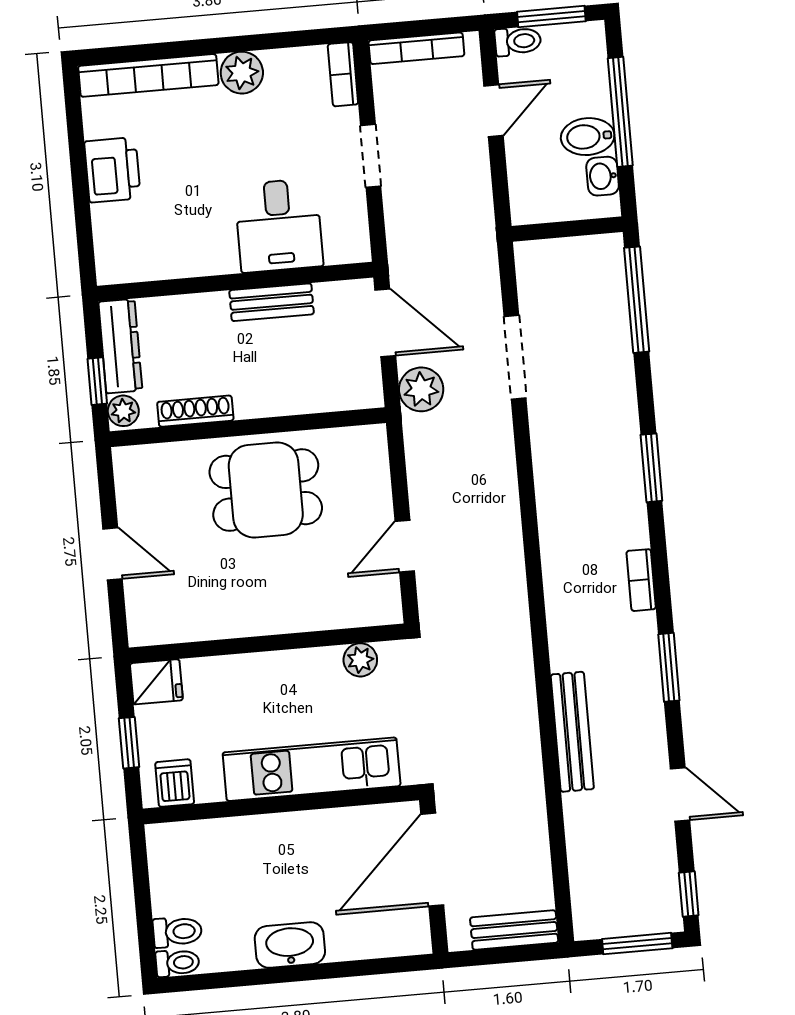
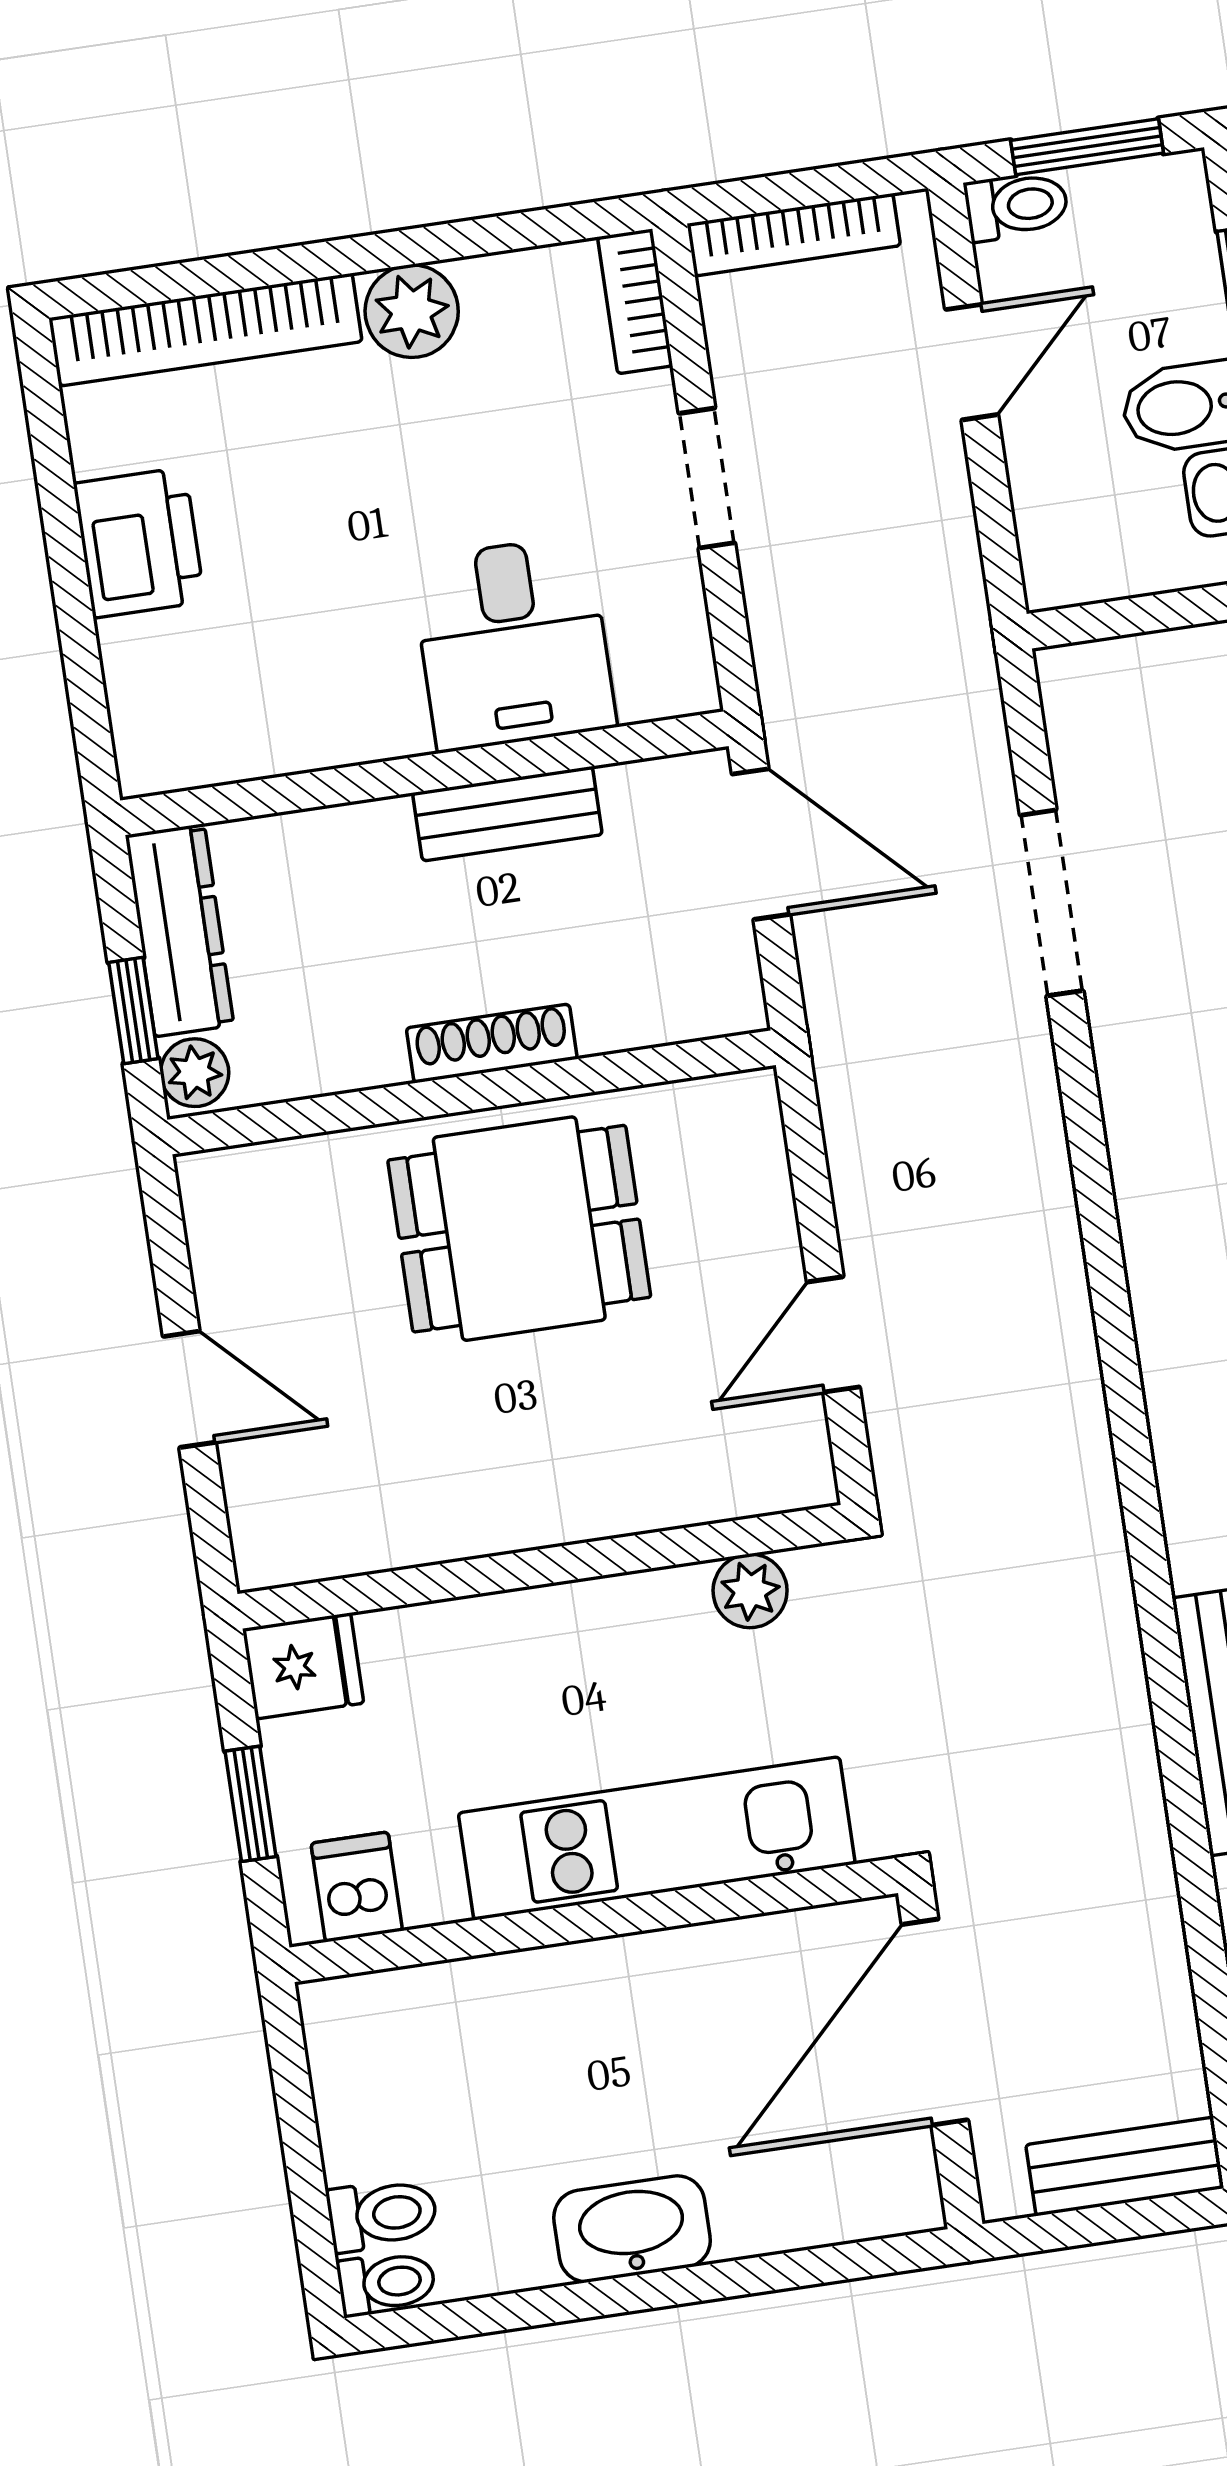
plant: (421, 389) -> (849, 986), removed
shoe rack: (195, 411) -> (492, 1043), moved

